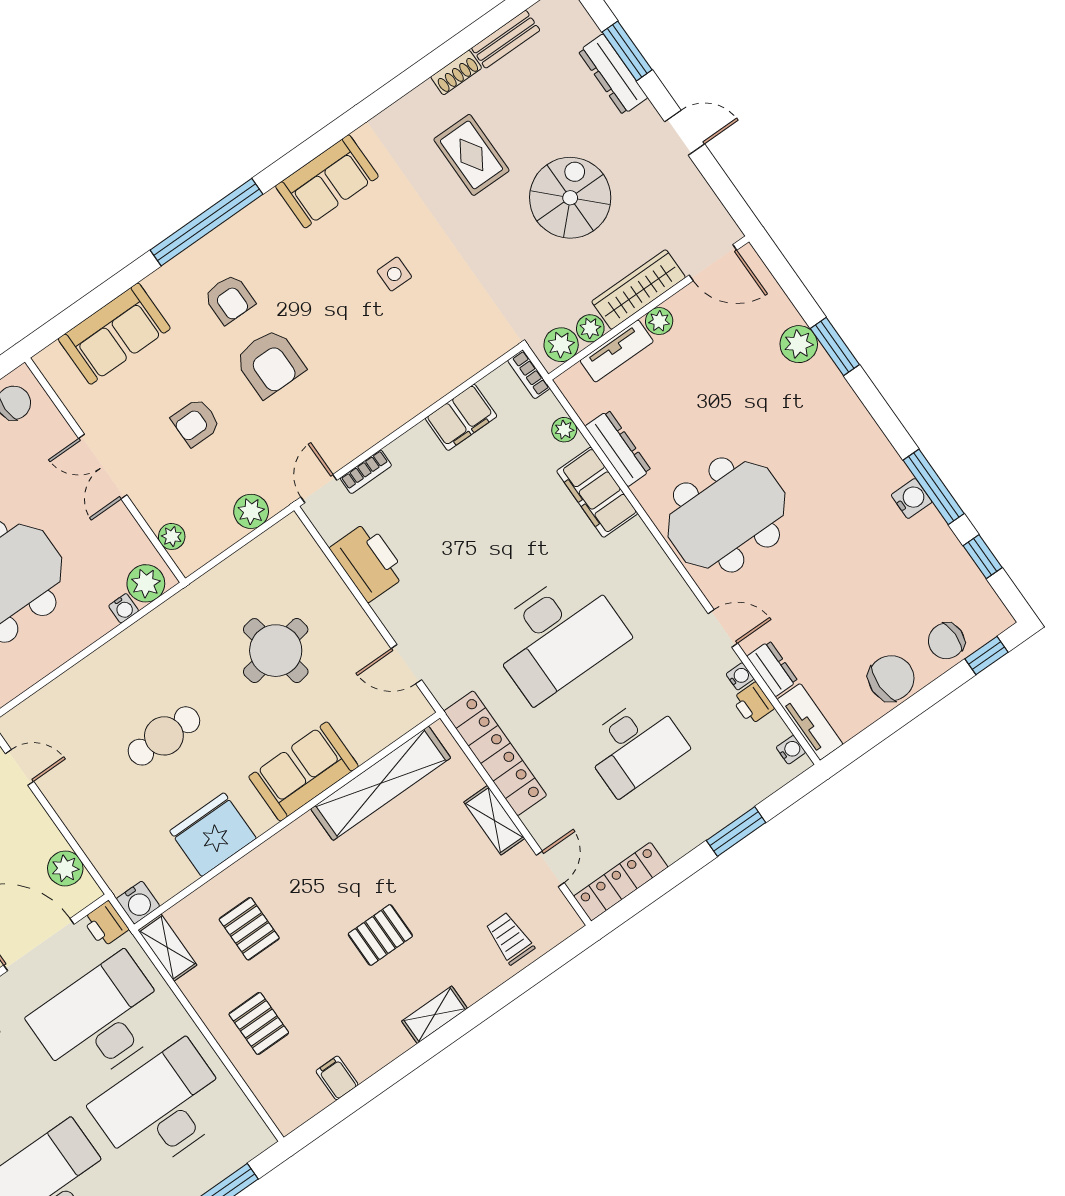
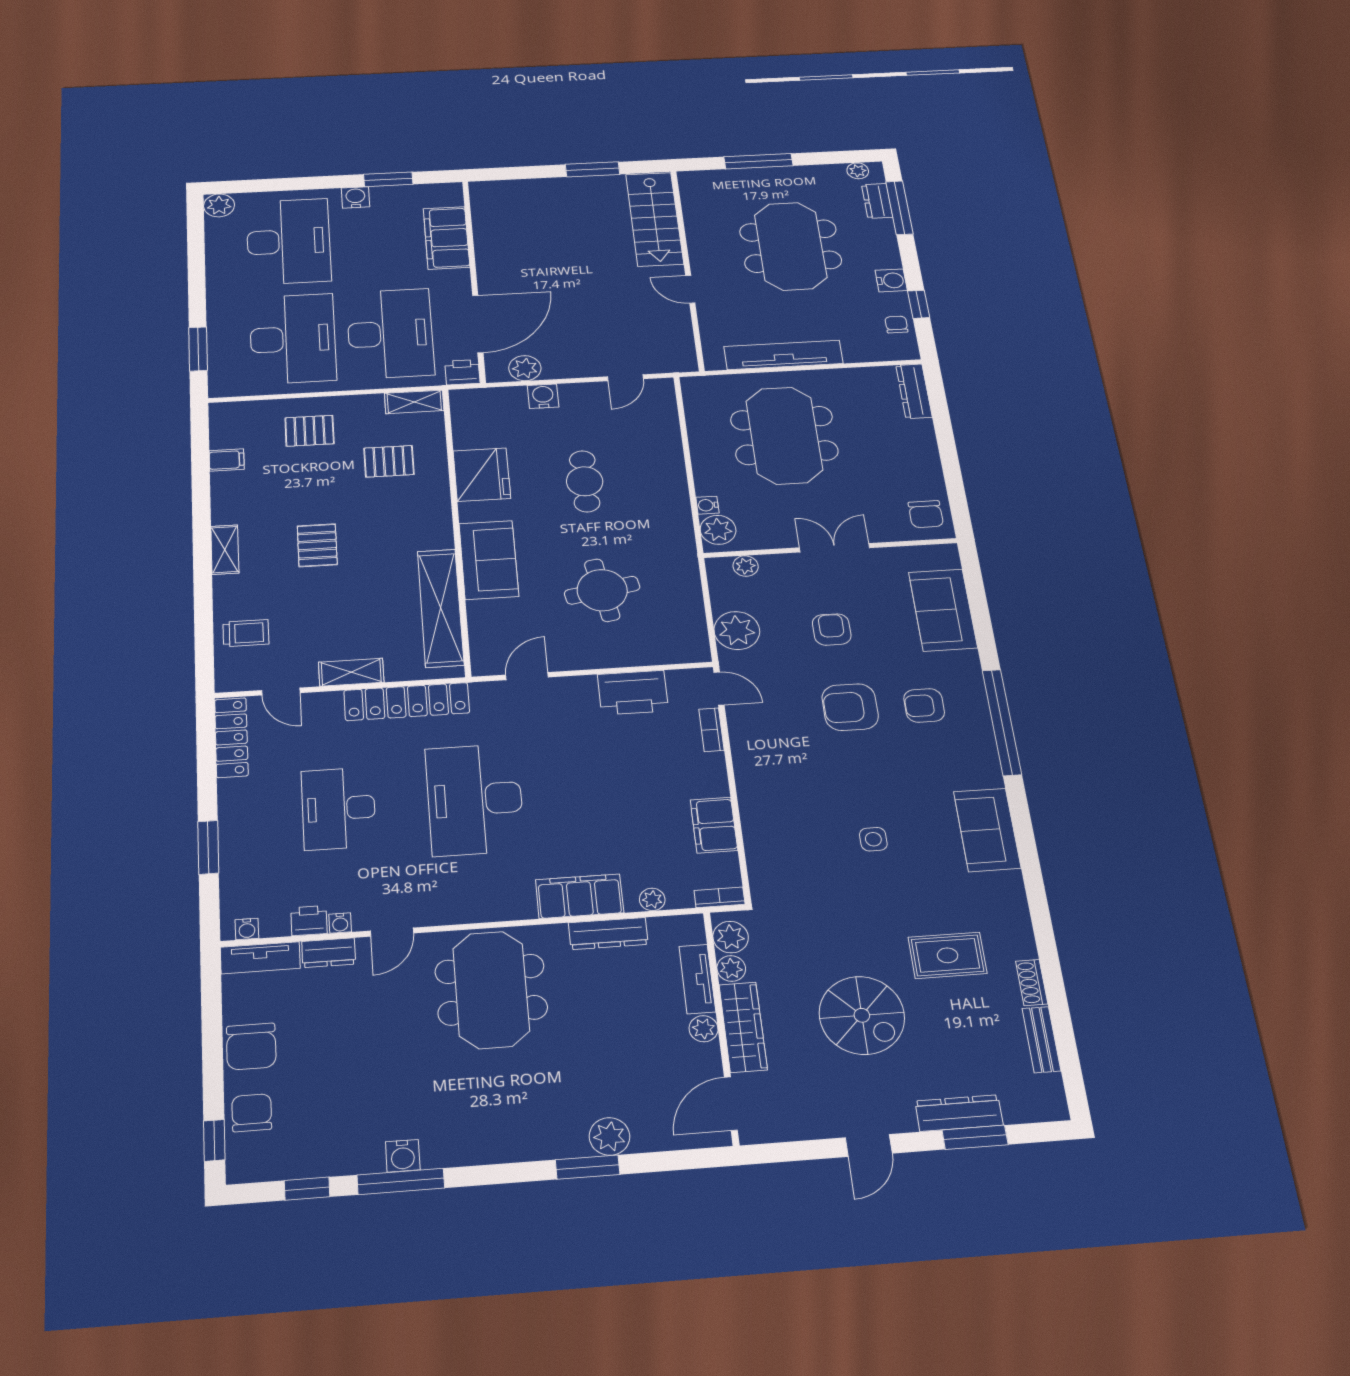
plant: (251, 511) -> (737, 631), width x1.36, depth x1.36
water cooler: (138, 903) -> (543, 396), moved, turned 90

